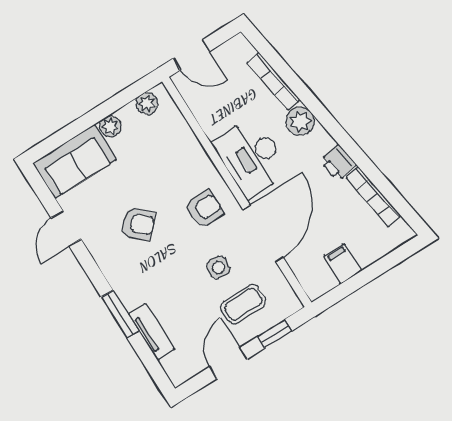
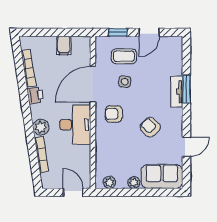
tv unit: (151, 332) -> (177, 92), moved

